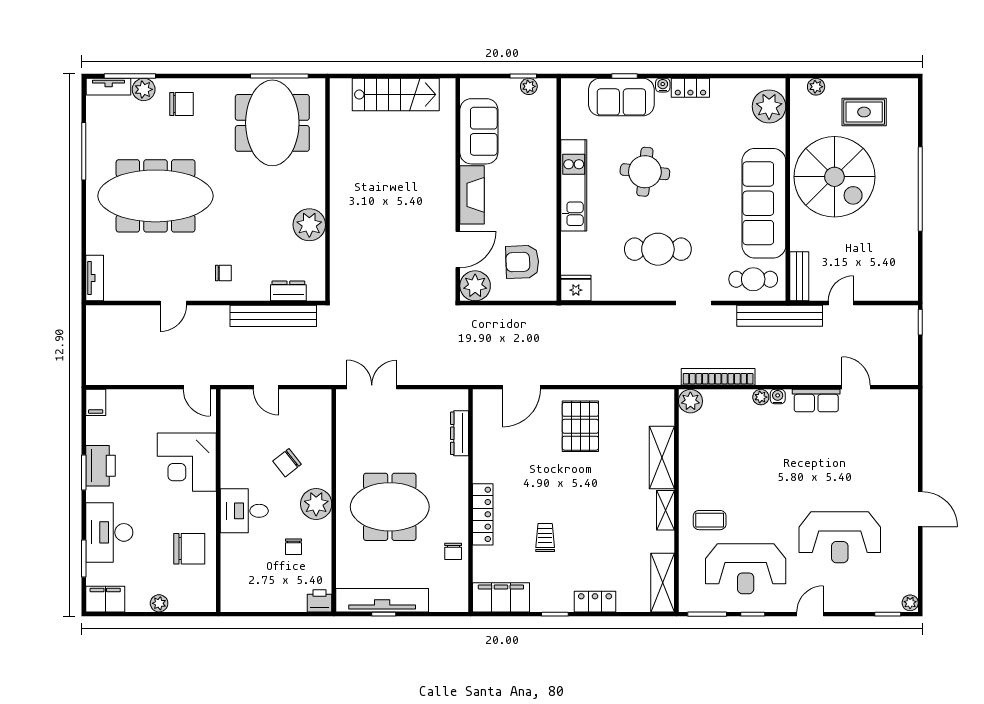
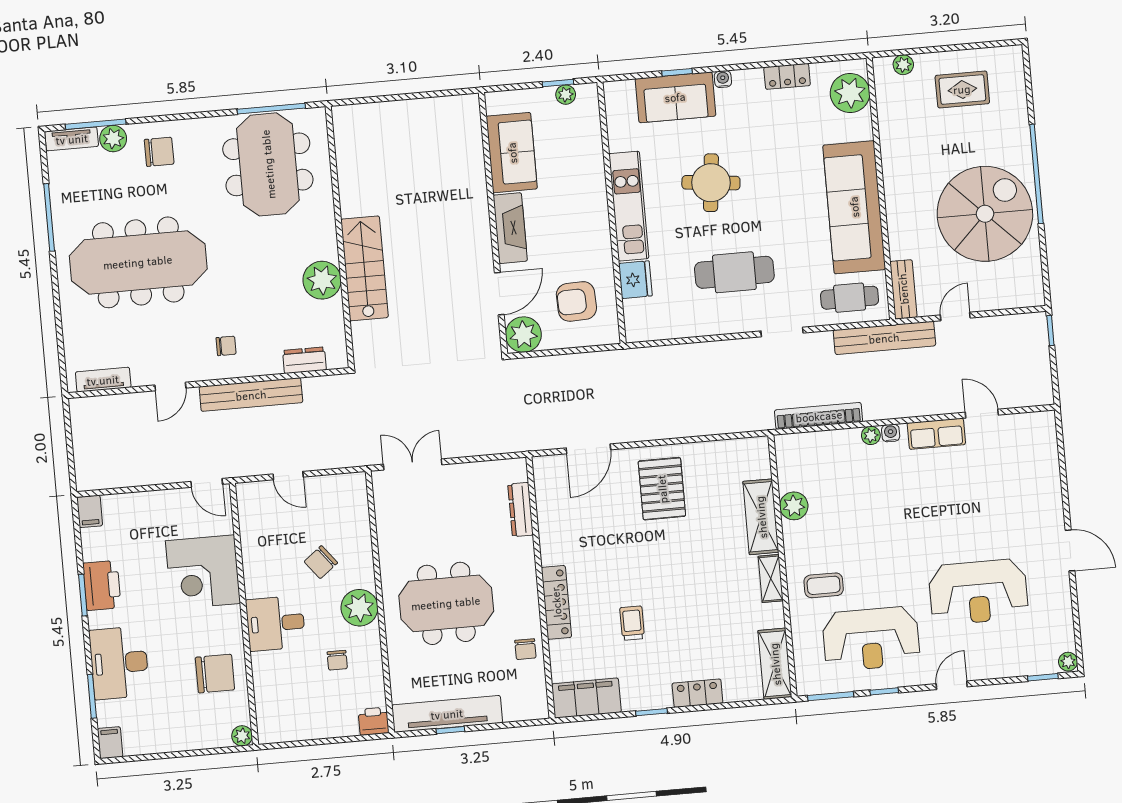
locker: (690, 88) -> (787, 76), moved
stairs: (396, 95) -> (364, 268), moved, turned -90
spiral stairs: (834, 177) -> (985, 214), moved, turned -90
tv unit: (95, 278) -> (103, 380), moved, turned -90
fridge: (576, 288) -> (635, 280), moved, turned 90
bench: (273, 316) -> (251, 395), moved
plant: (690, 401) -> (794, 506), moved
filing cabinet: (105, 599) -> (110, 743), width x0.50
plant: (159, 603) -> (242, 736), moved

